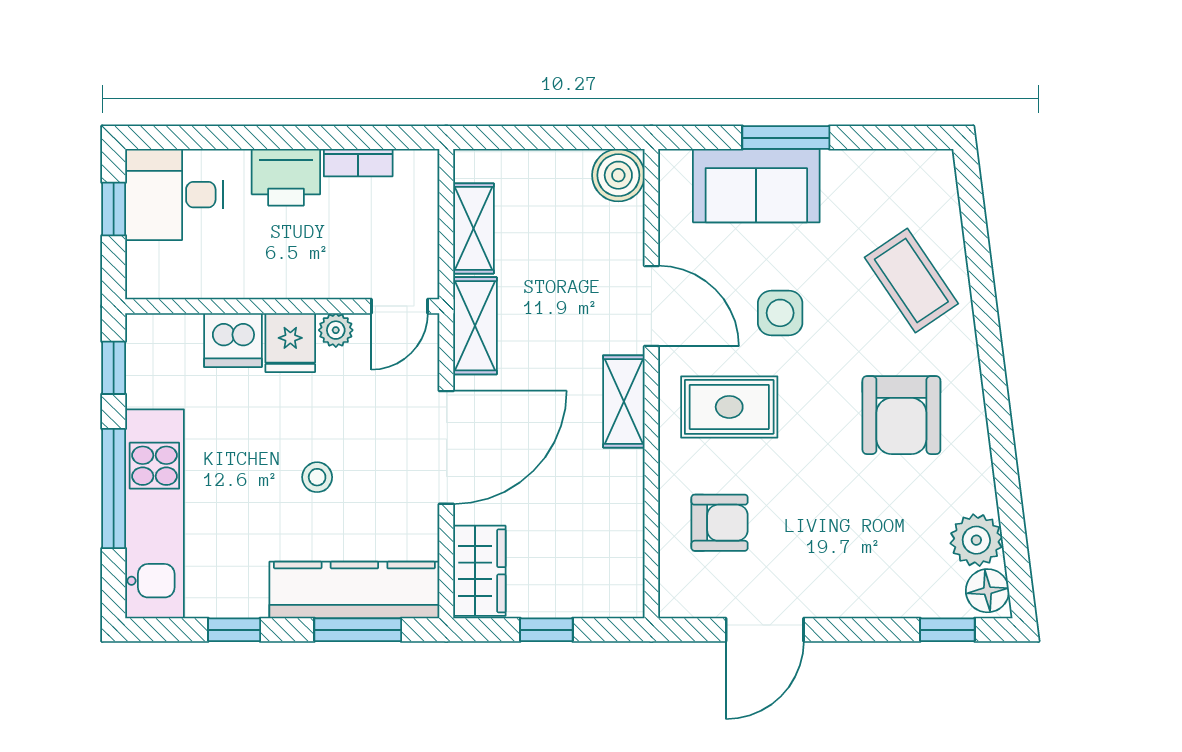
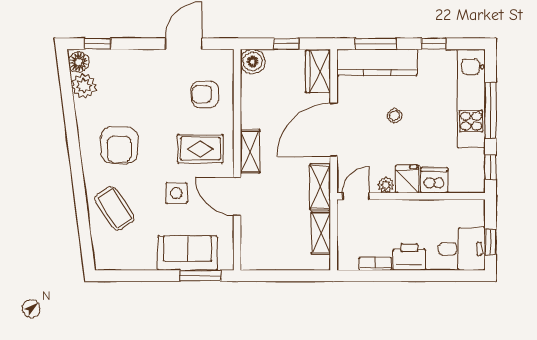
window: (786, 138) -> (200, 276), moved
boiler: (618, 175) -> (253, 61), moved
armchair: (901, 415) -> (119, 145), turned 180

